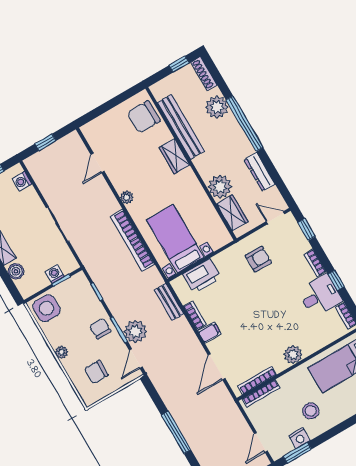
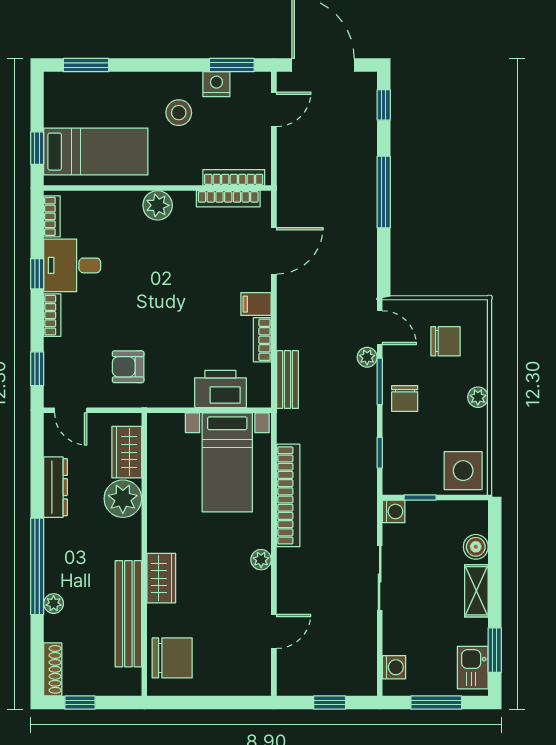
plant: (217, 107) -> (54, 604), width x0.53, depth x0.53
washing machine: (55, 274) -> (394, 511), moved, turned -90
plant: (135, 331) -> (367, 357), width x0.53, depth x0.53
door: (136, 359) -> (380, 328), hinge flipped

